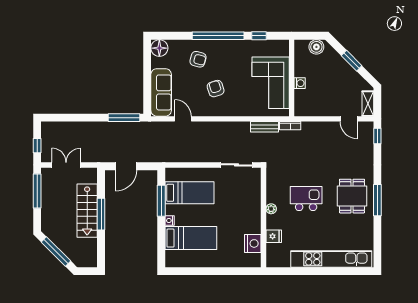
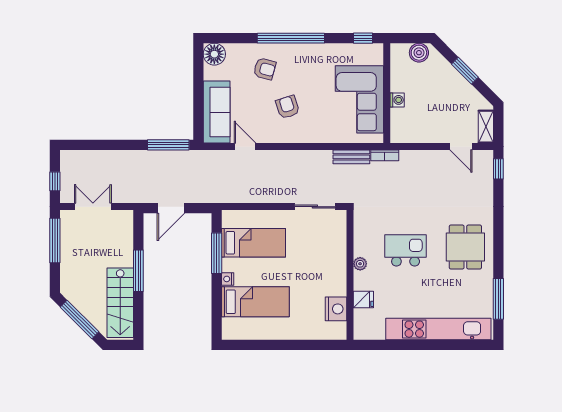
window: (259, 36) -> (363, 38), moved
window: (377, 200) -> (498, 299), moved
stairs: (87, 211) -> (120, 303), moved

